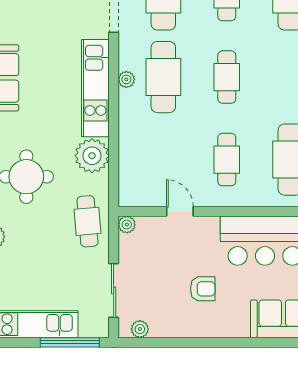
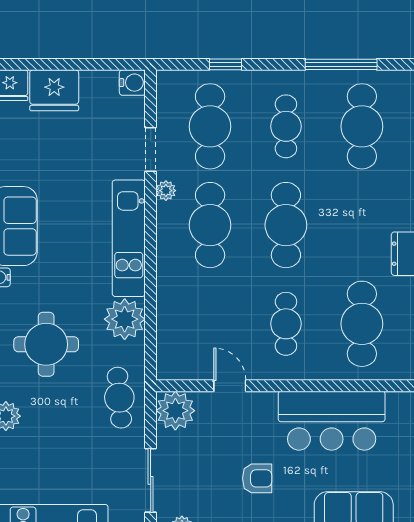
cafe table: (227, 77) -> (286, 225), width x1.37, depth x1.35
plant: (126, 79) -> (166, 191), moved
plant: (127, 225) -> (175, 411), width x1.88, depth x1.88

